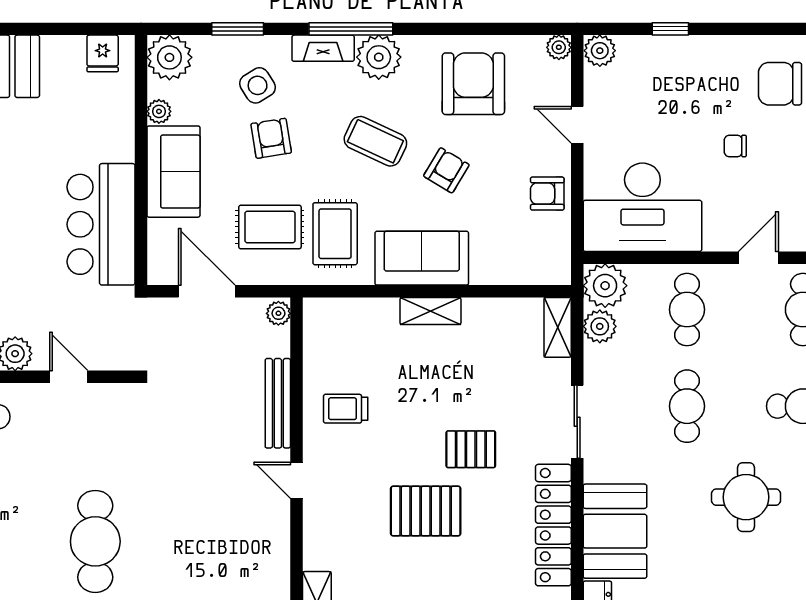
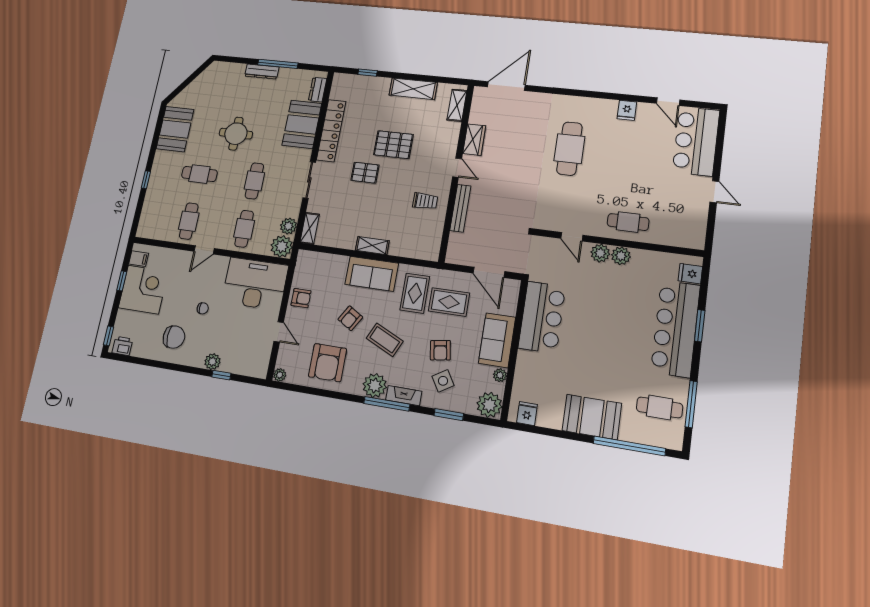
plant: (600, 51) -> (212, 362), moved
plant: (278, 313) -> (452, 255), removed
wardrobe: (273, 539) -> (474, 140), added

